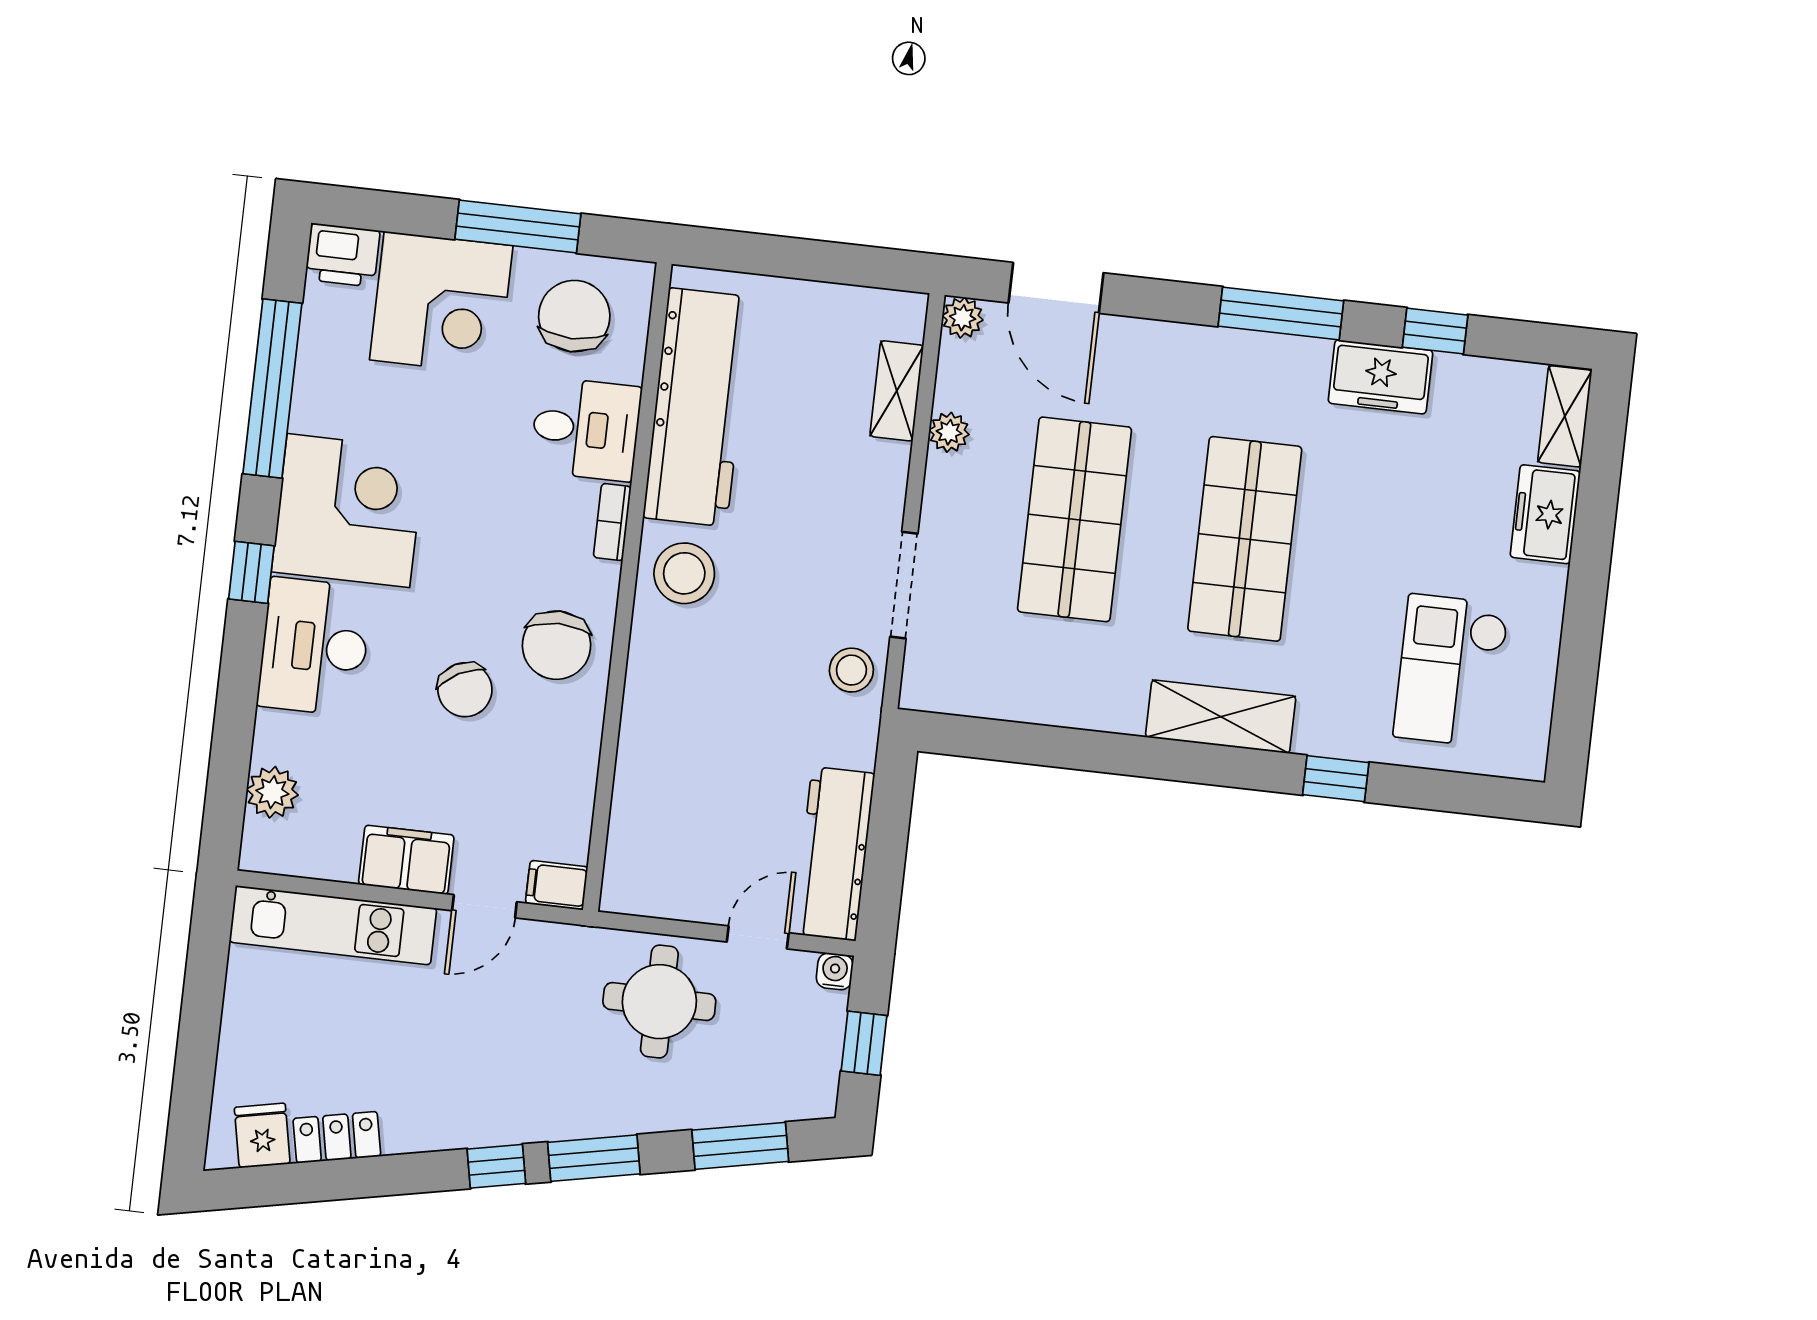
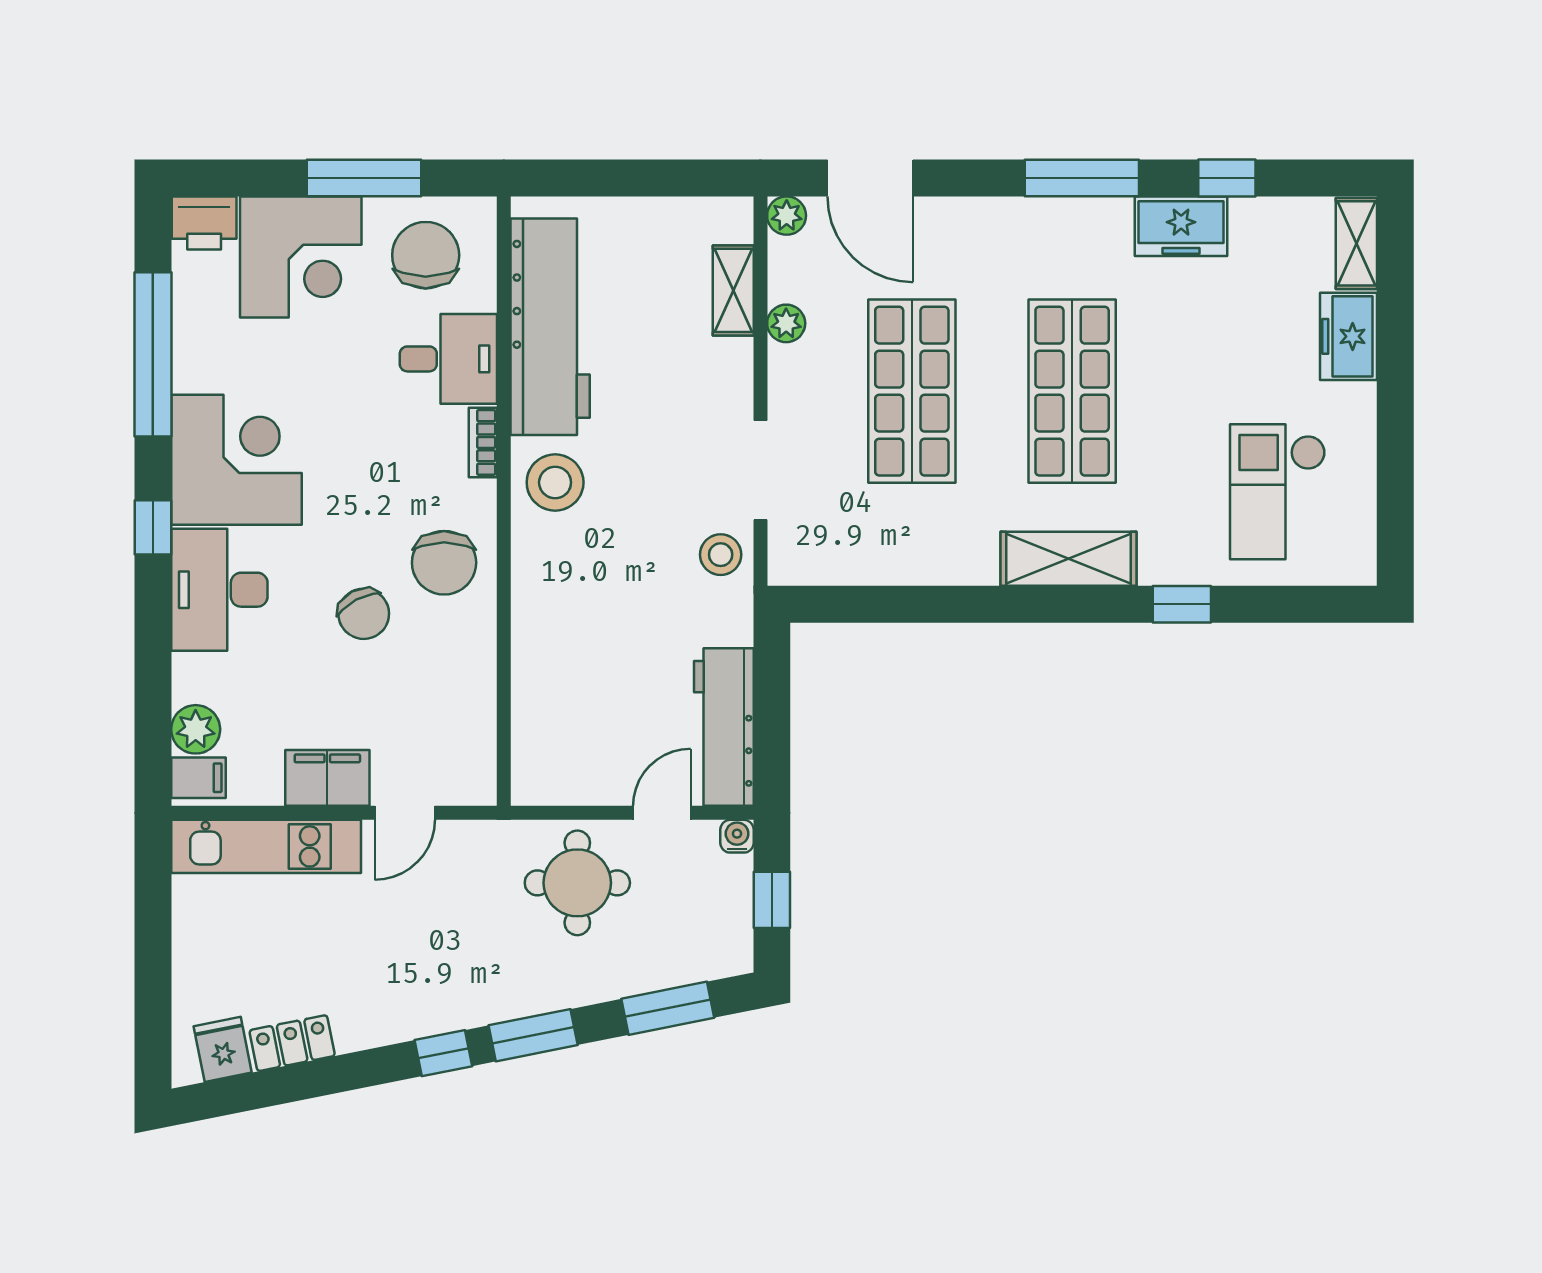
filing cabinet: (557, 885) -> (199, 778), moved, turned 180

